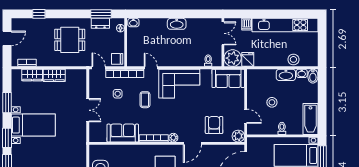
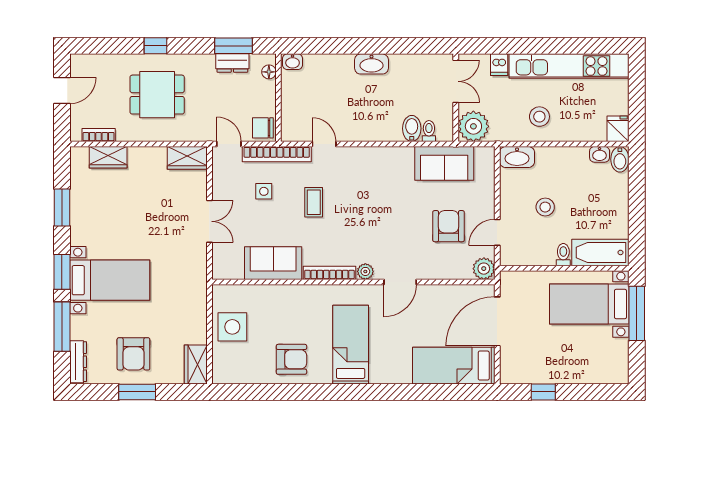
window: (39, 14) -> (156, 46), moved
dining table: (70, 40) -> (157, 95), moved
bidet: (199, 59) -> (412, 128), added
fridge: (248, 59) -> (618, 129), moved
stool: (293, 59) -> (539, 117), moved
wardrobe: (54, 75) -> (187, 158), moved
washbasin: (286, 75) -> (517, 157), moved
sofa: (228, 78) -> (444, 163), moved
corner sofa: (179, 84) -> (376, 173), removed
door: (246, 116) -> (497, 232), swing flipped
bathtub: (310, 119) -> (600, 252), moved, turned 90
bed with nightstands: (33, 125) -> (110, 280), moved
armchair: (214, 125) -> (448, 226), moved

